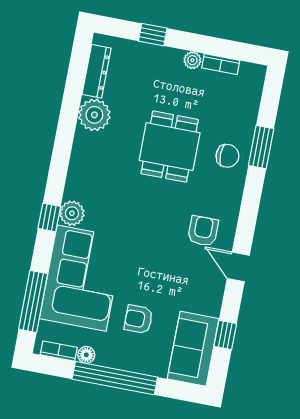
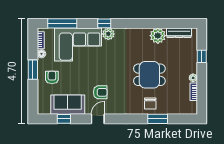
armchair: (203, 231) -> (100, 92), moved
armchair: (138, 319) -> (52, 77), moved
sofa: (193, 349) -> (68, 105), moved
window: (115, 378) -> (33, 70), width x0.47

